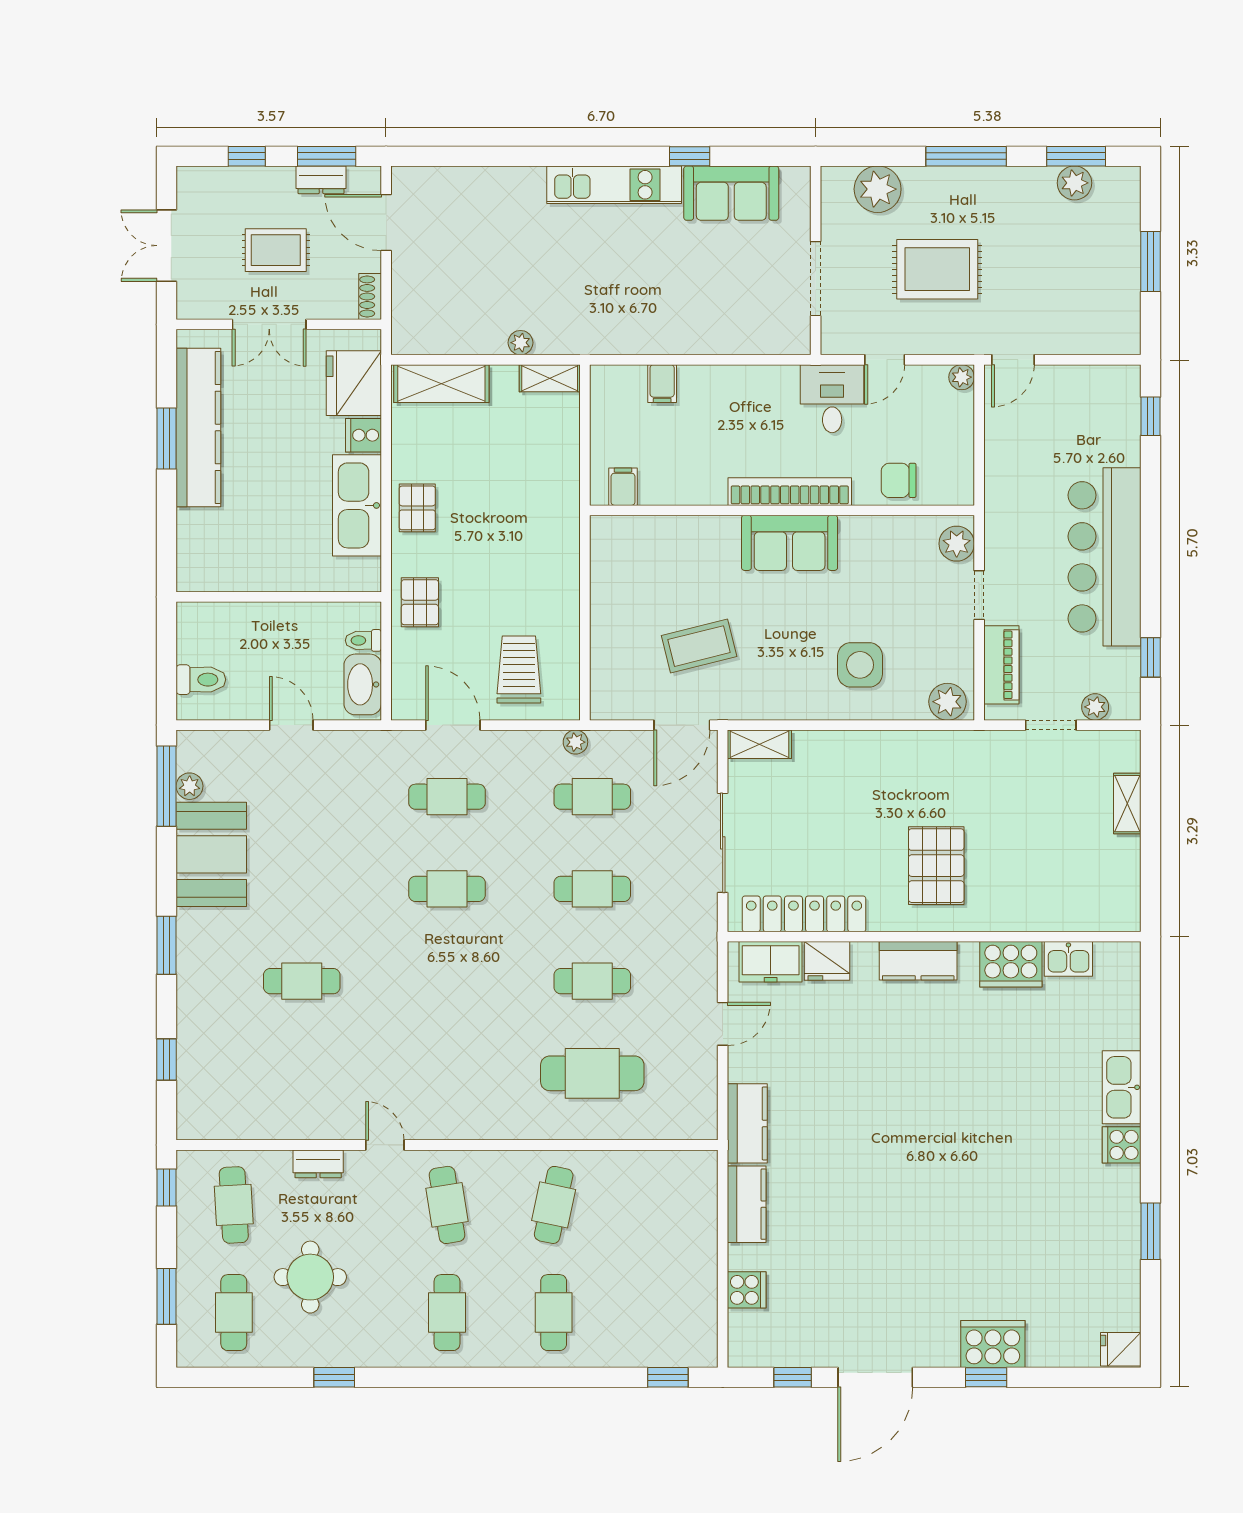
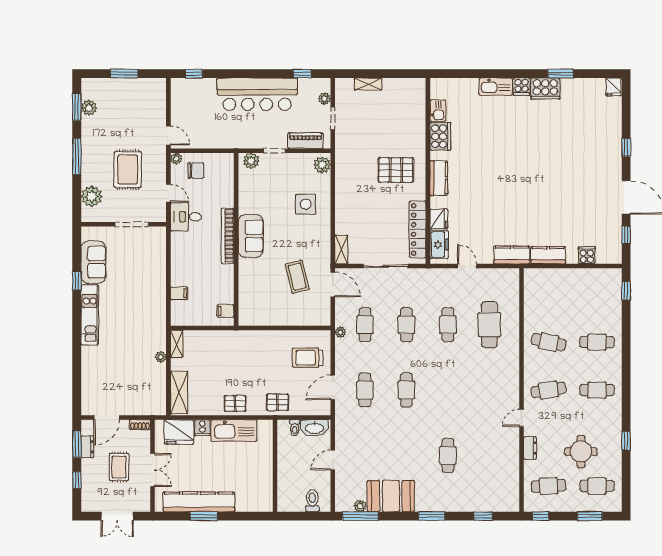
chair: (899, 480) -> (196, 170), moved, turned -90
cooker: (993, 1344) -> (545, 89), moved, turned -90

